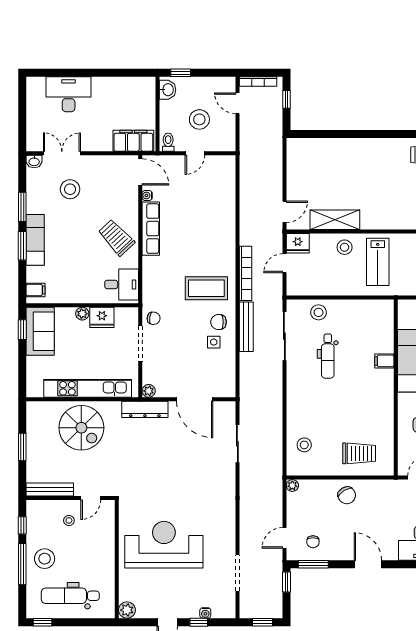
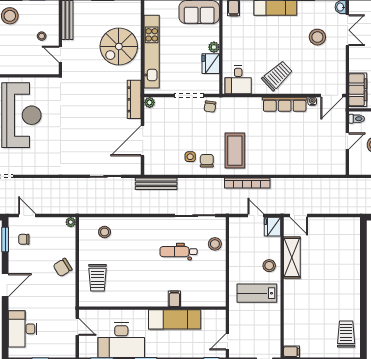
door: (195, 153) -> (347, 141), swing flipped
bench: (246, 327) -> (156, 184), moved

